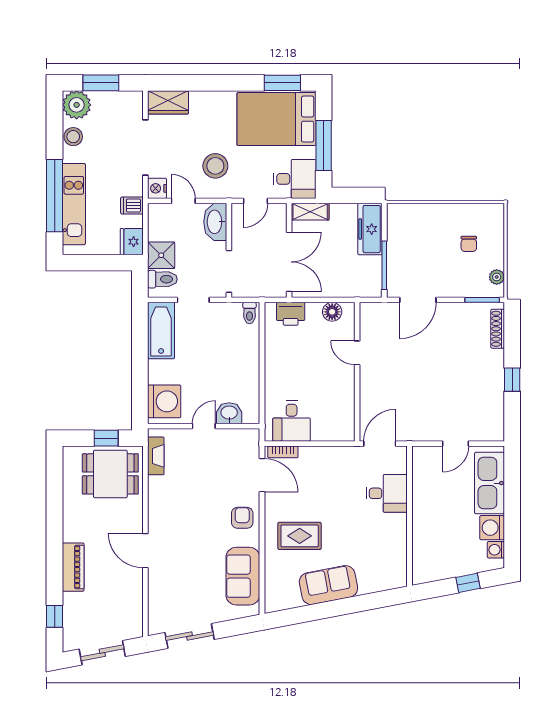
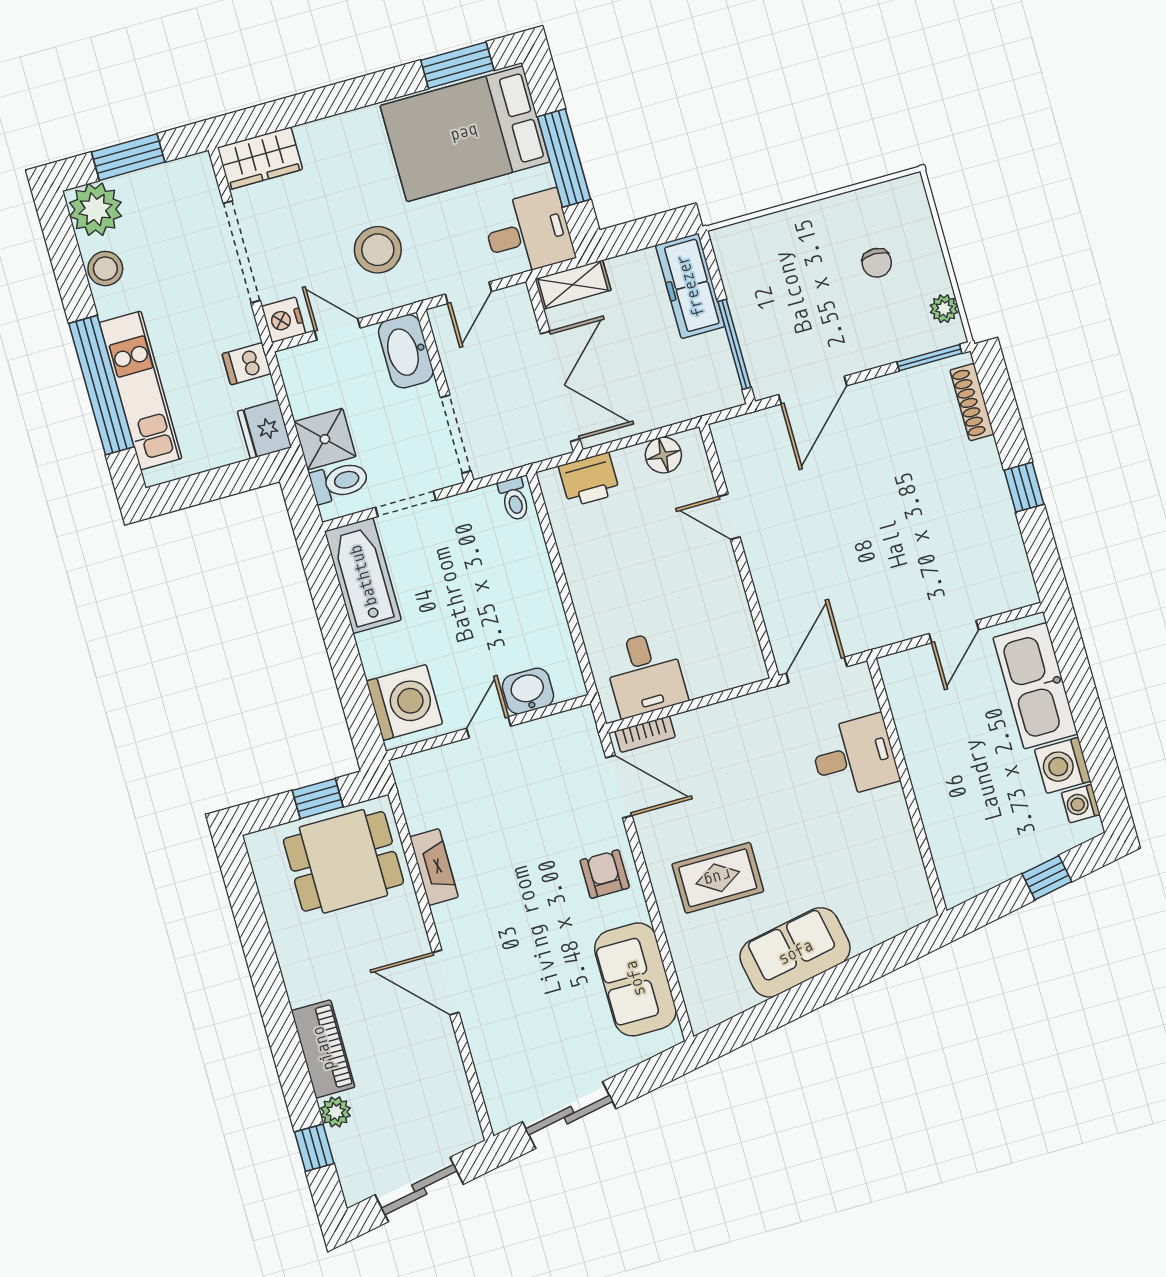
fireplace: (156, 456) -> (434, 867), moved
plant: (70, 601) -> (335, 1112), added

